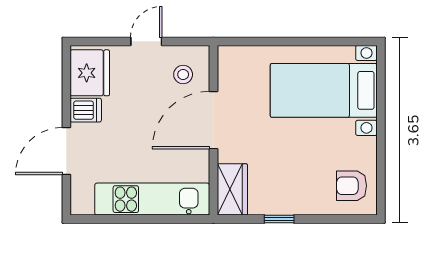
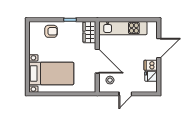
fridge: (90, 73) -> (151, 76), width x0.53, depth x0.75
door: (213, 120) -> (97, 61), hinge flipped
armchair: (352, 186) -> (51, 31), moved

